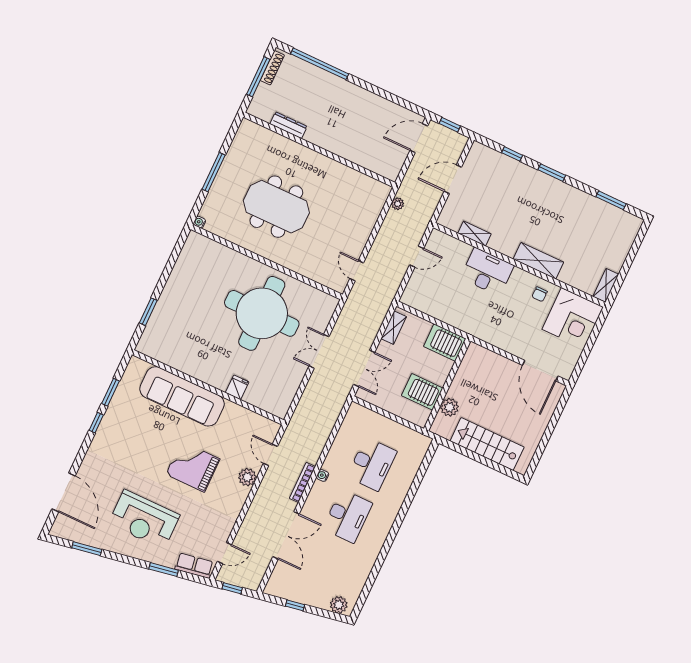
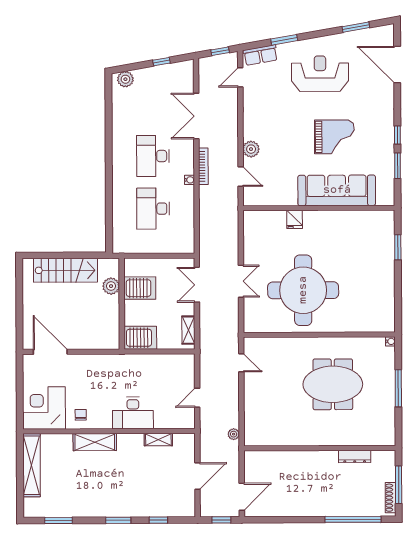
shelving: (606, 285) -> (32, 465), width x2.20, depth x1.33
grand piano: (193, 467) -> (334, 137), moved

